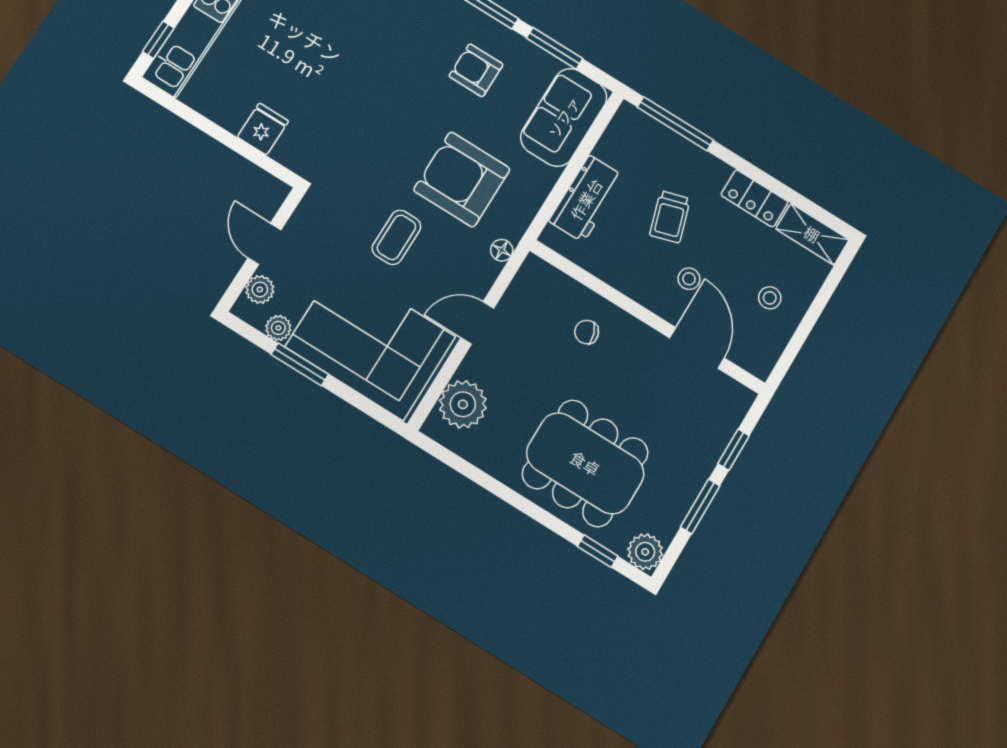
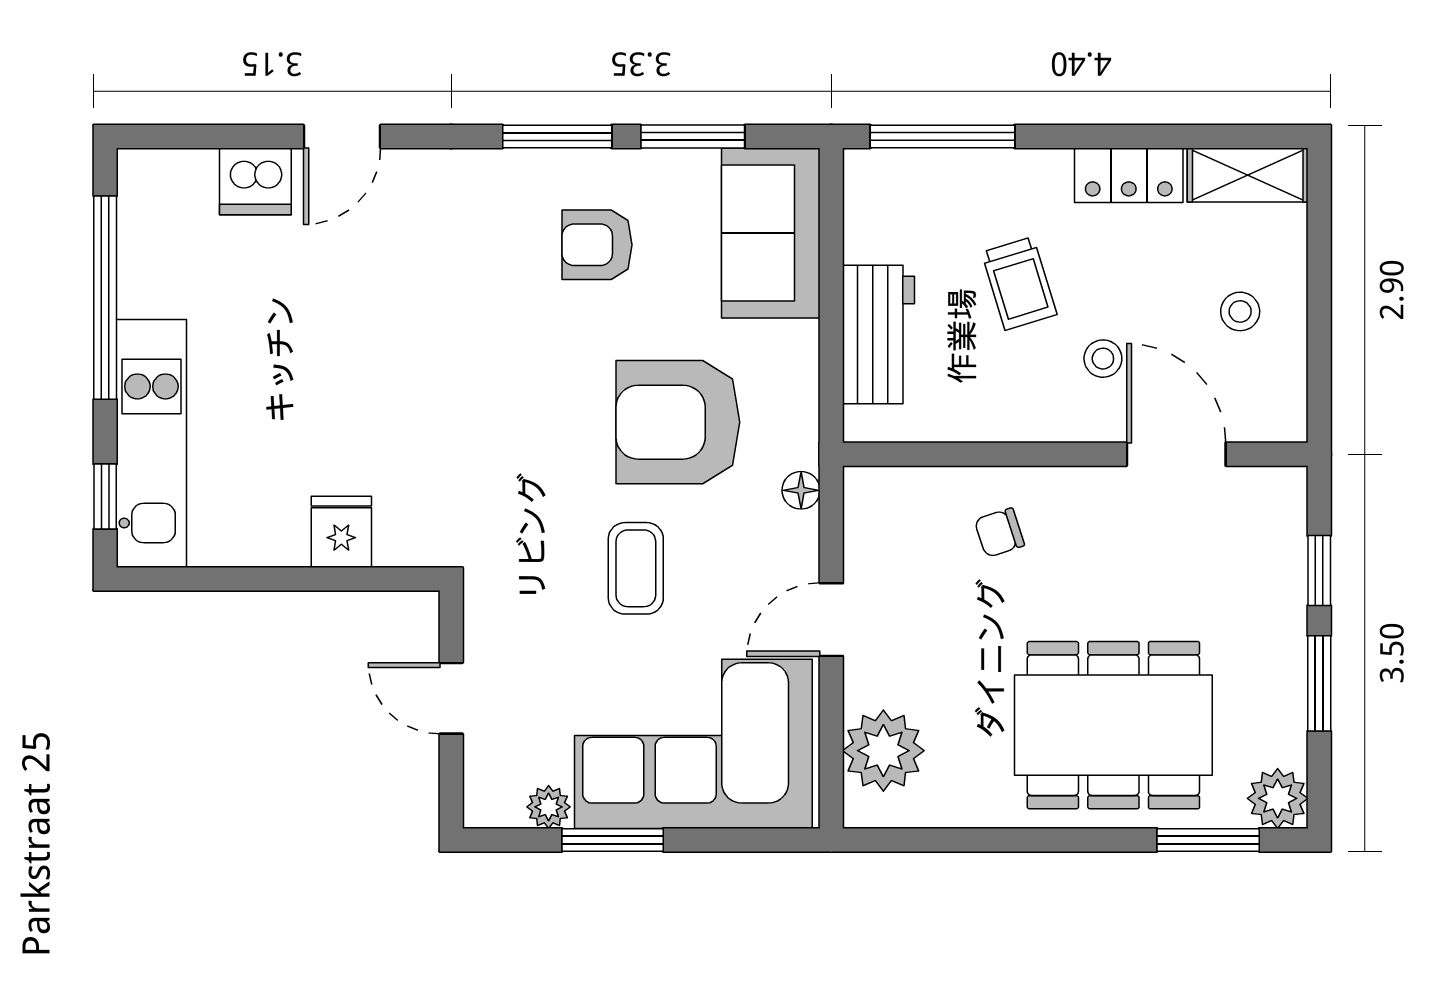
plant: (260, 289) -> (487, 768), removed
window: (598, 551) -> (1208, 840), width x1.50

